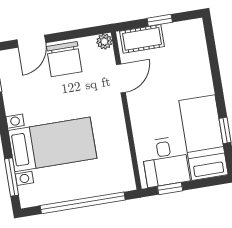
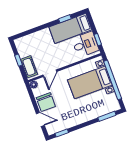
chair: (64, 59) -> (46, 102), turned 90
door: (121, 78) -> (50, 73), swing flipped
bed with nightstands: (52, 144) -> (90, 82), moved, turned -90

